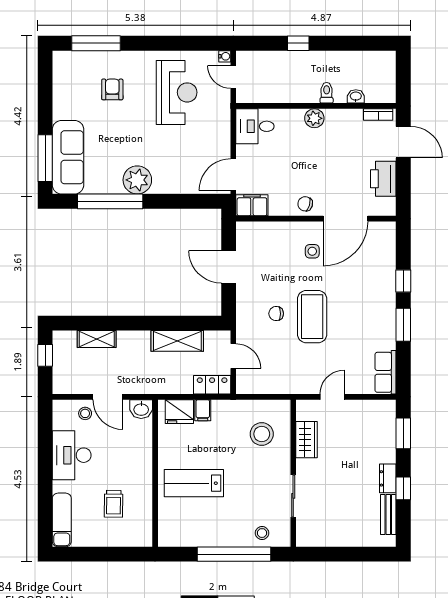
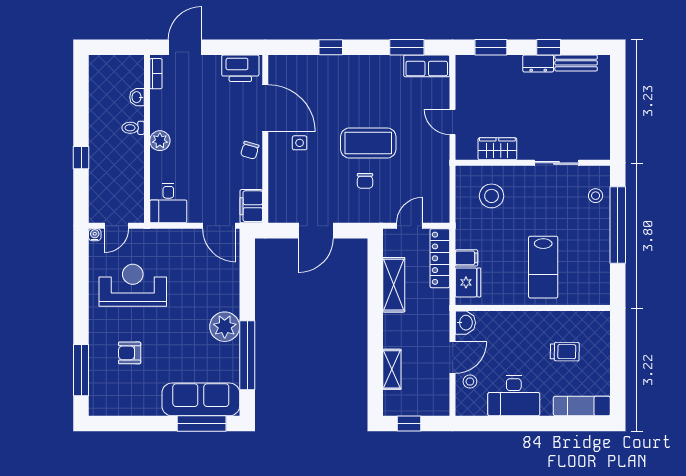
printer: (383, 179) -> (240, 68), moved
window: (403, 325) -> (407, 47), moved
locker: (212, 385) -> (440, 258), width x1.53

